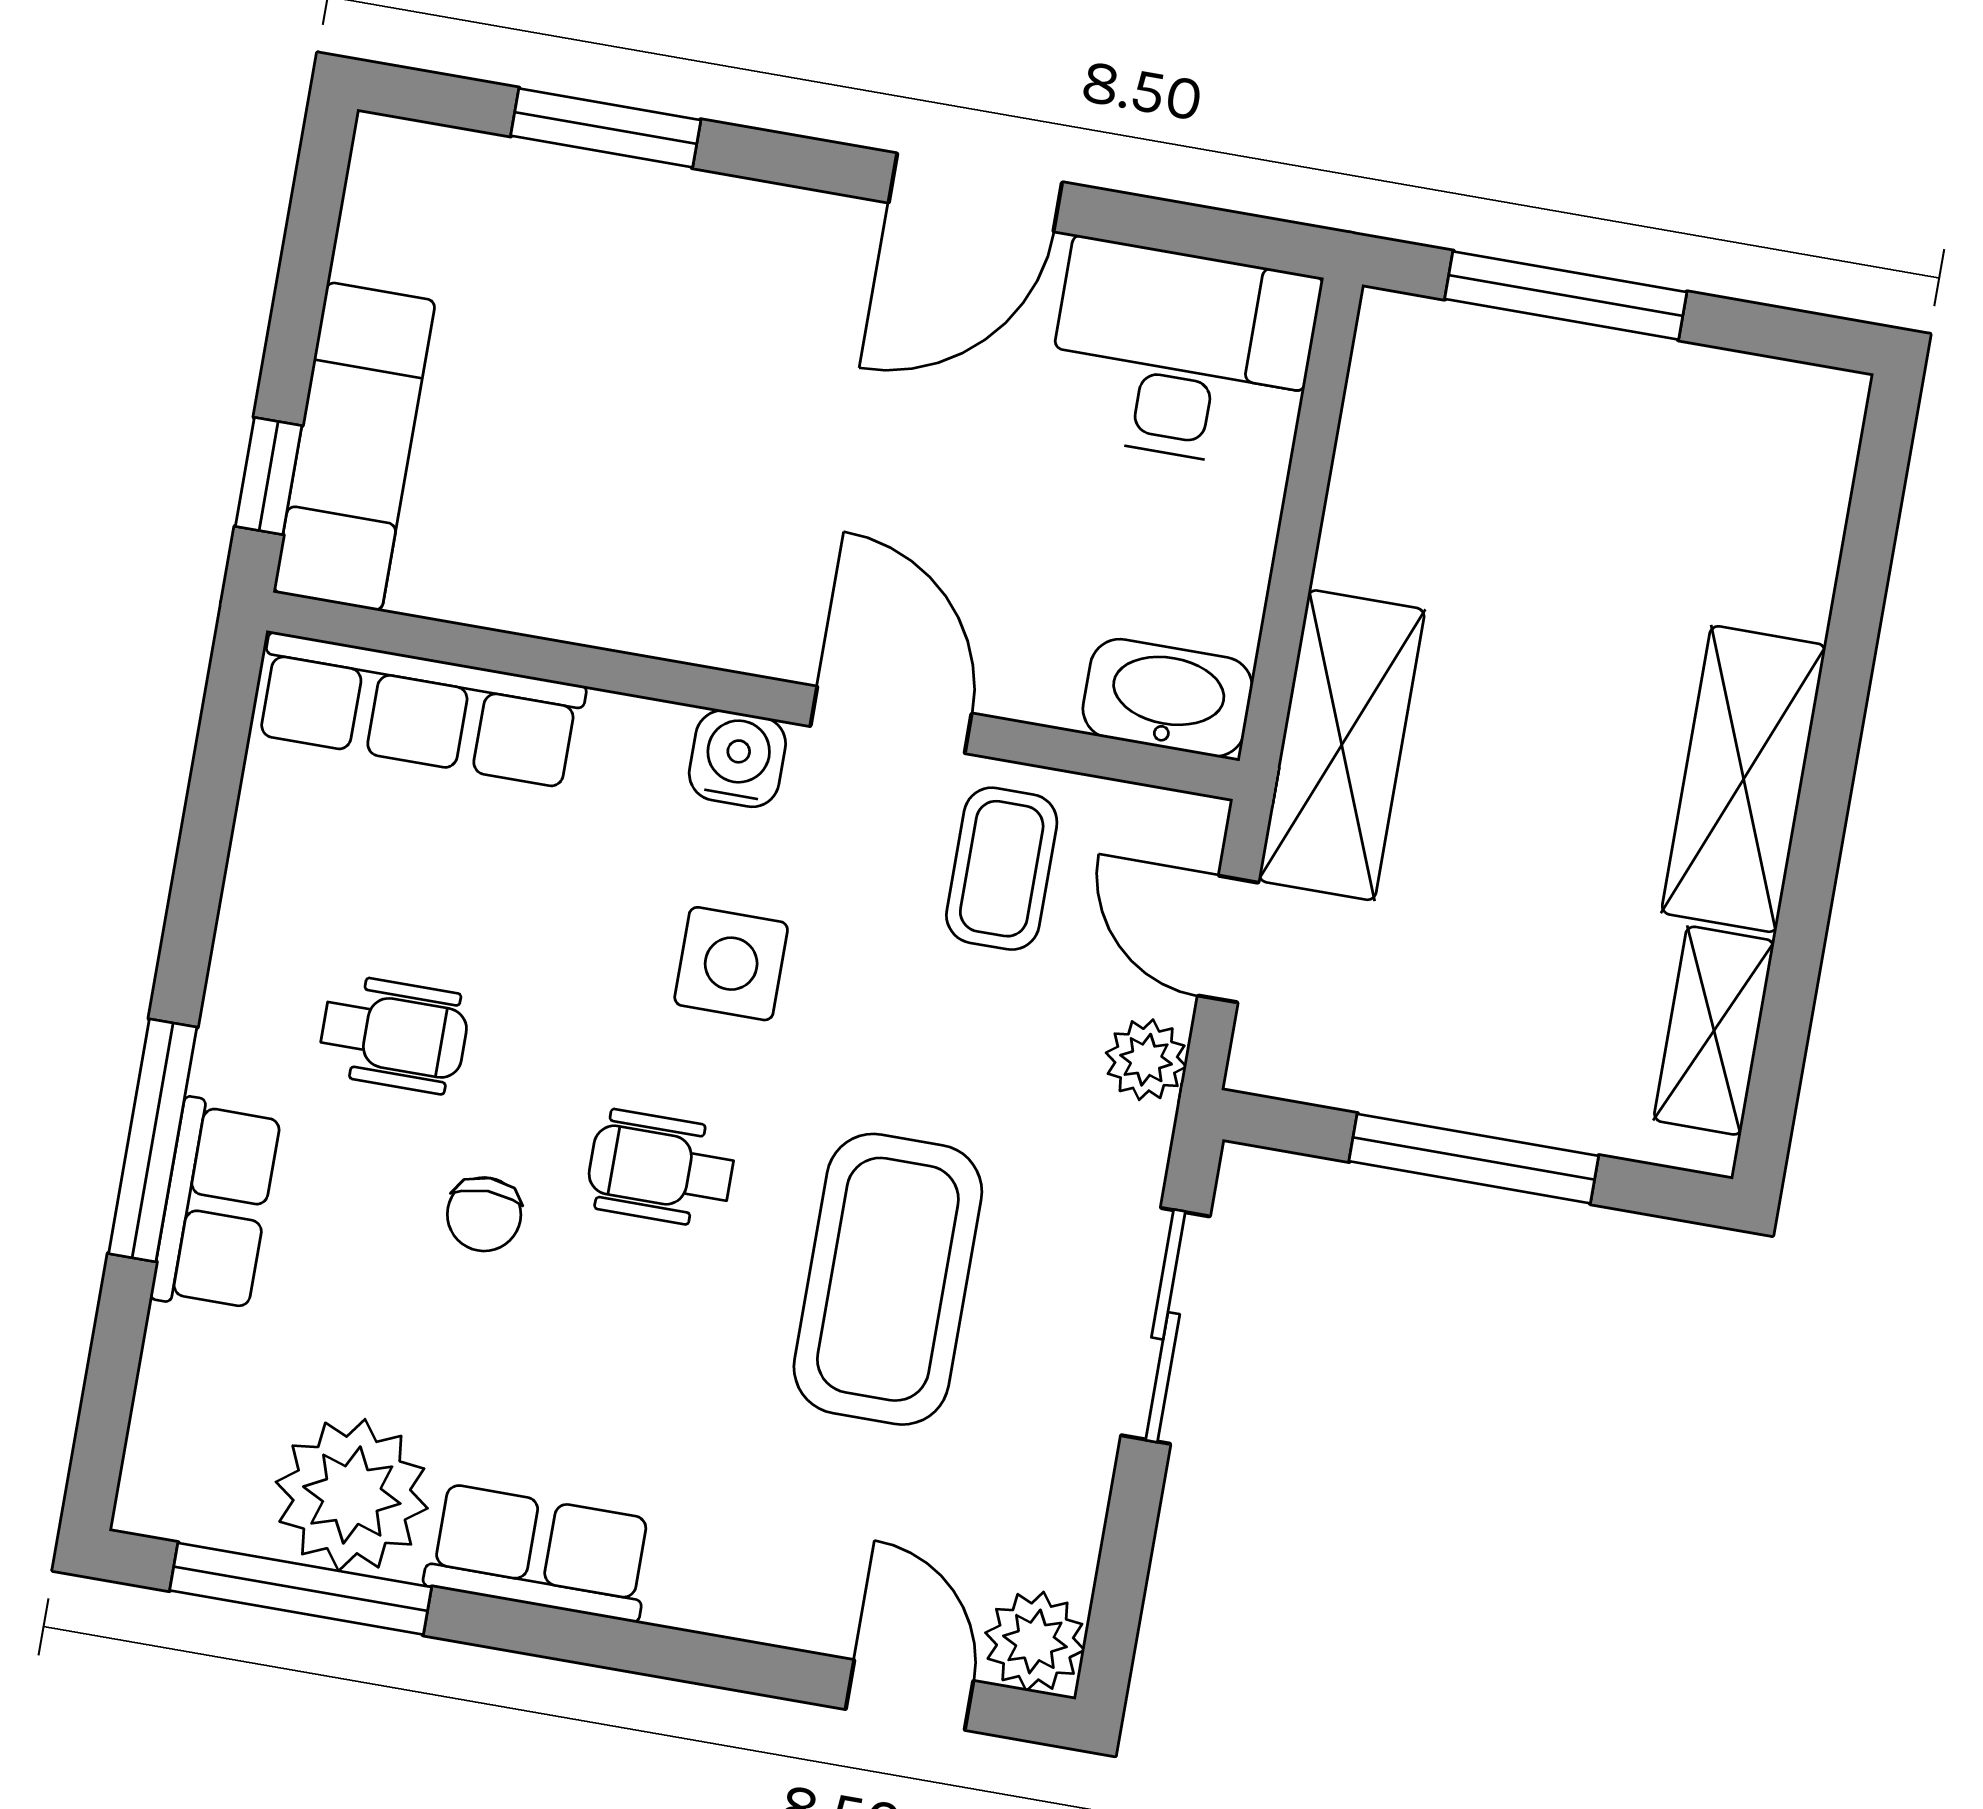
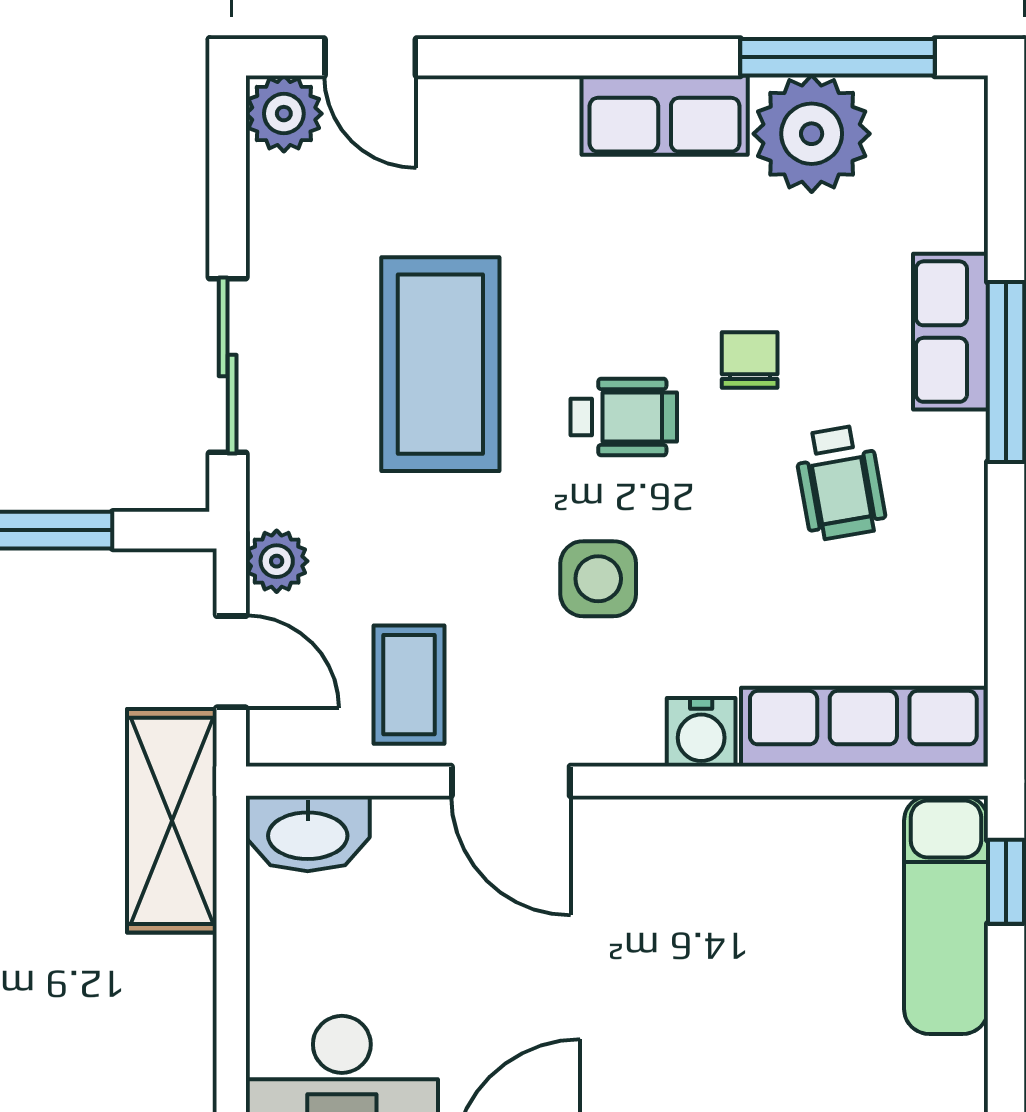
water cooler: (737, 759) -> (701, 732), moved
wheelchair: (394, 1034) -> (840, 482), turned -100

